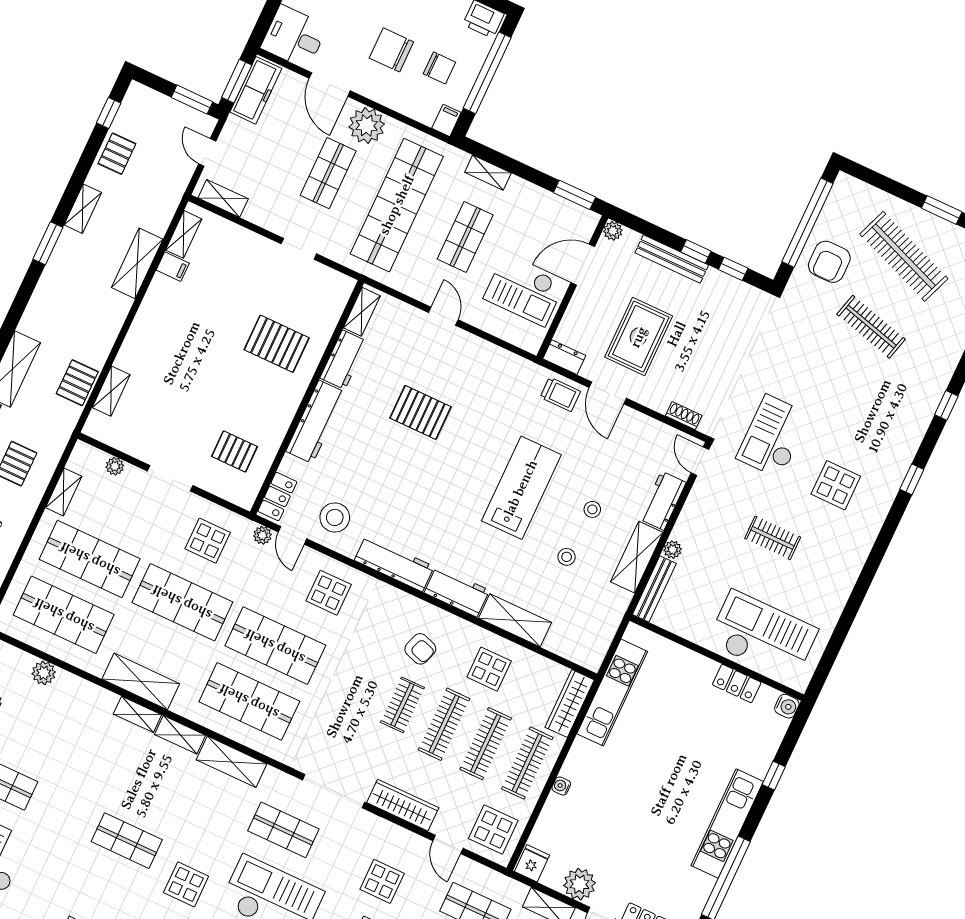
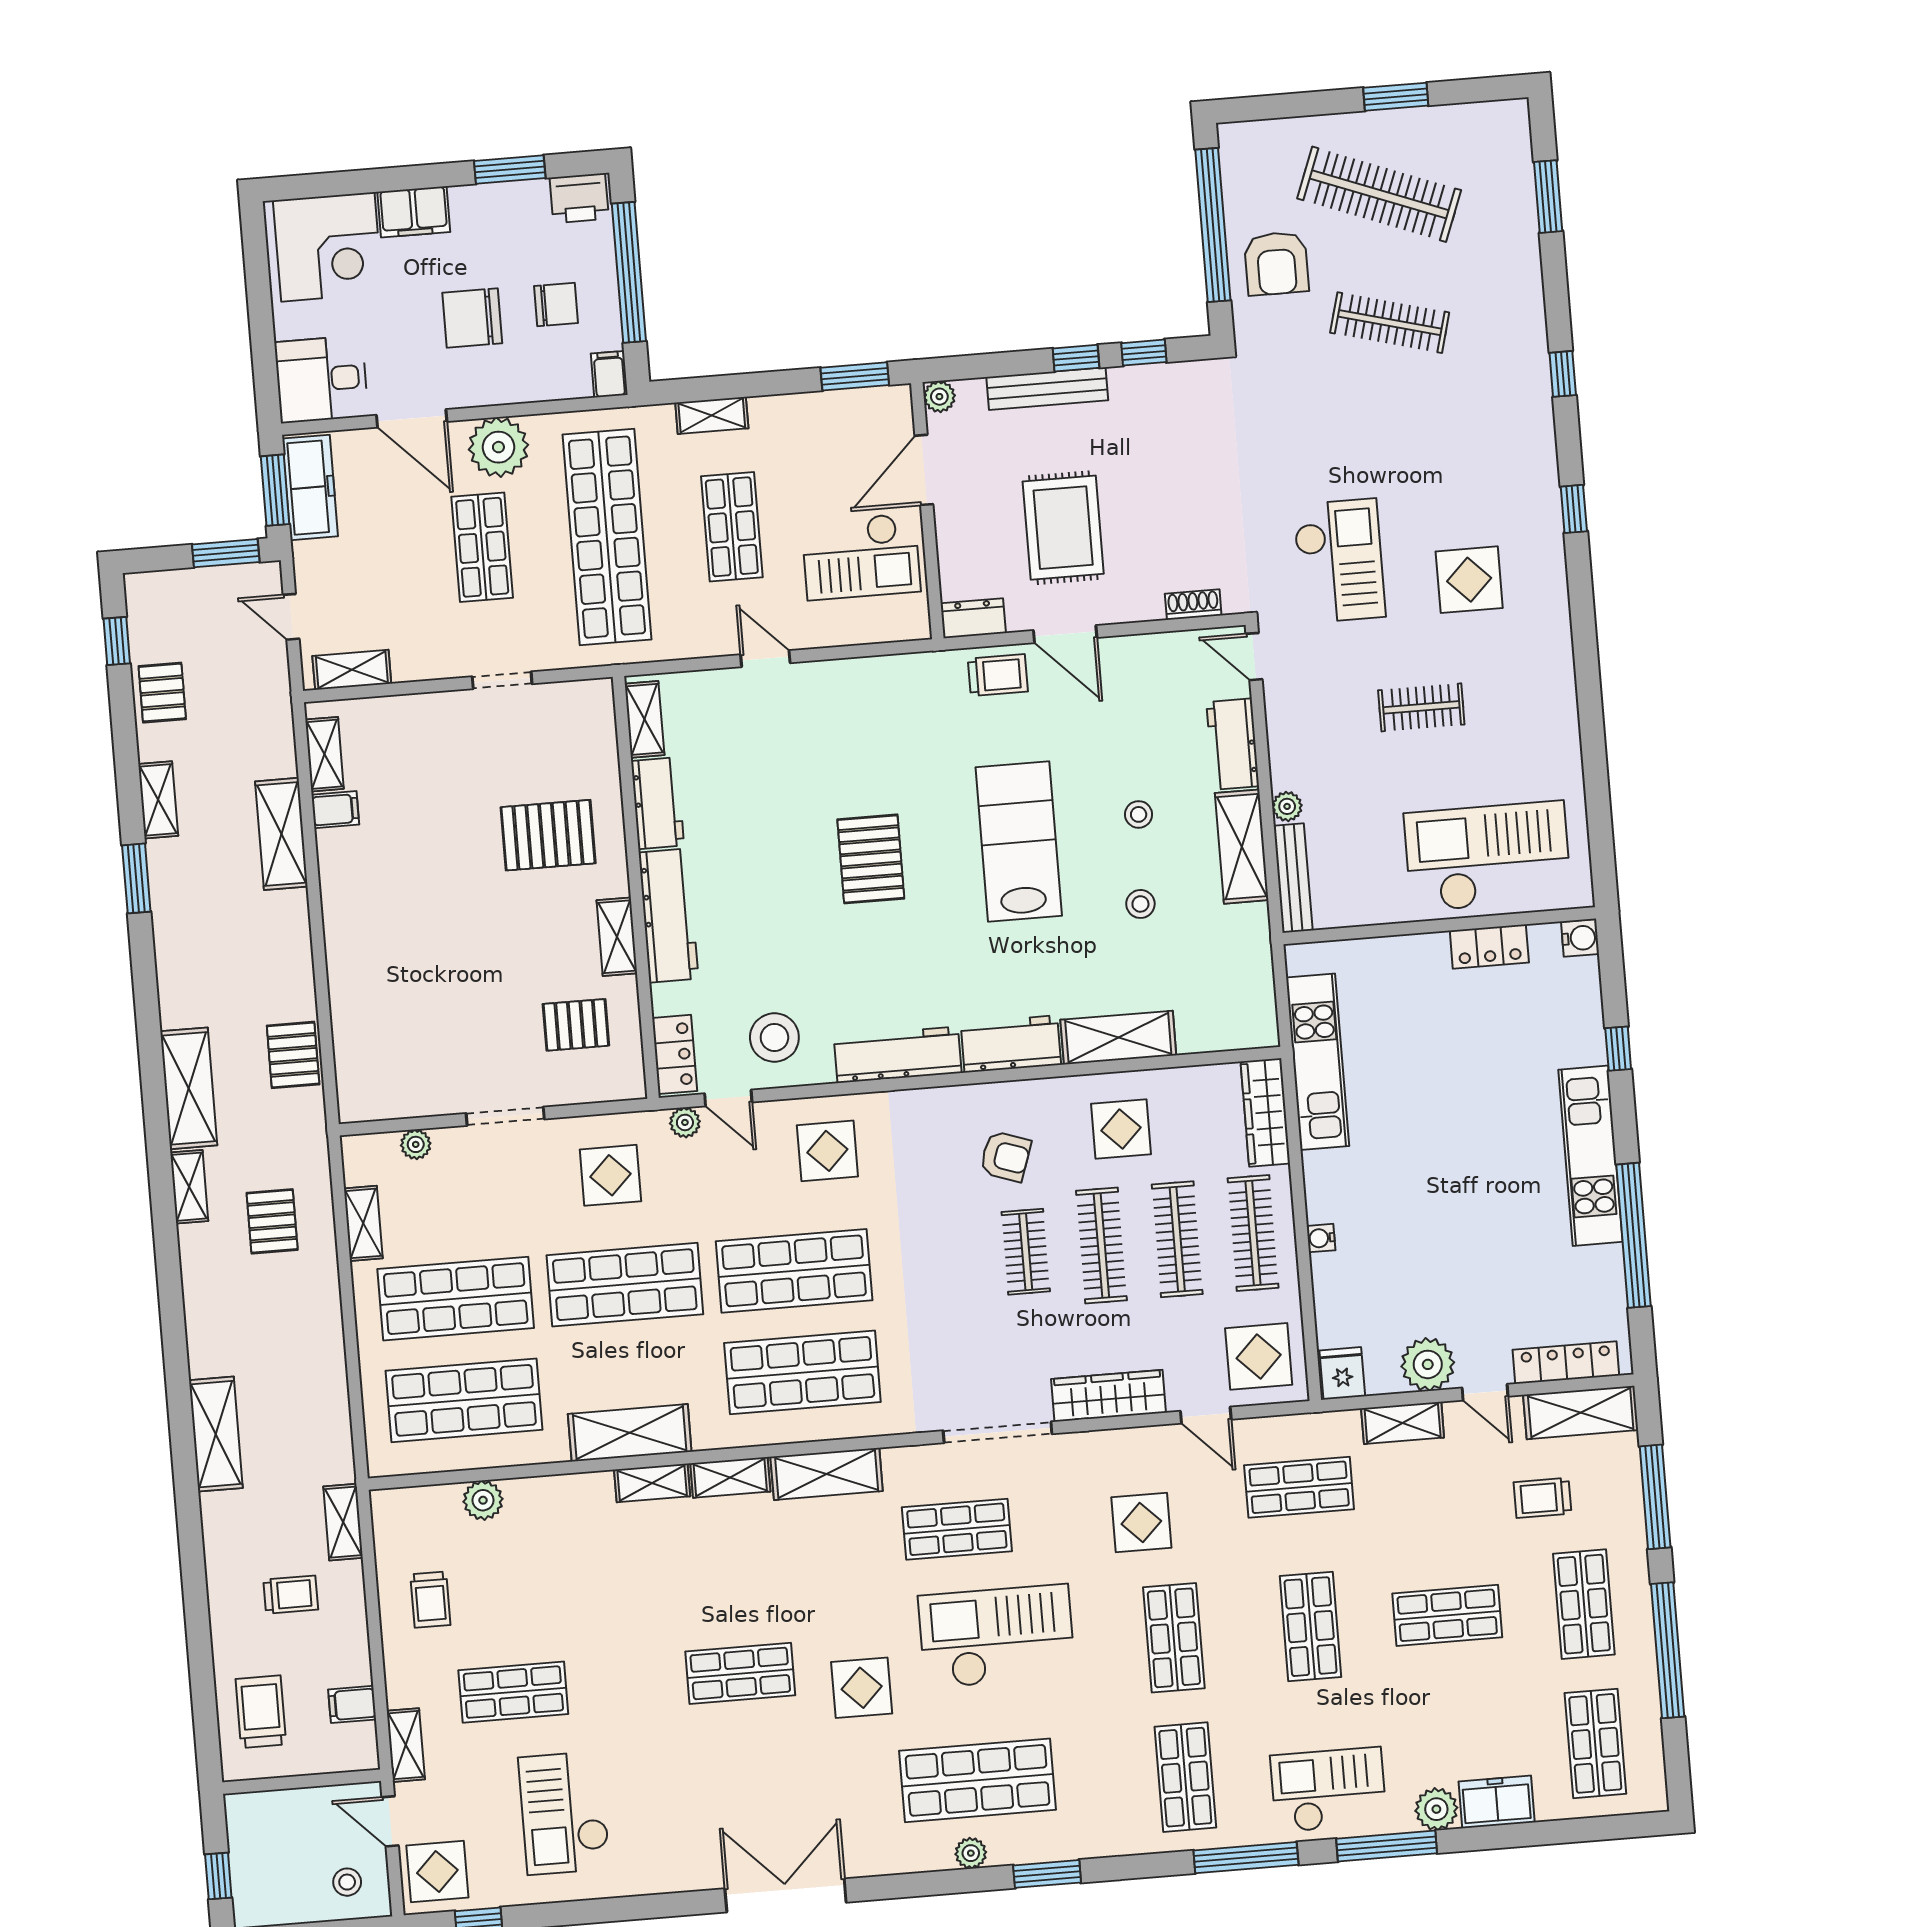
shelving: (111, 391) -> (617, 937), moved
pallet: (421, 412) -> (871, 859), moved, turned 90
checkout: (773, 436) -> (1339, 561), turned 180

